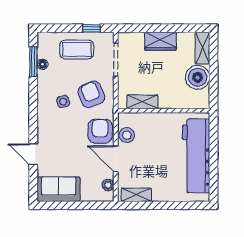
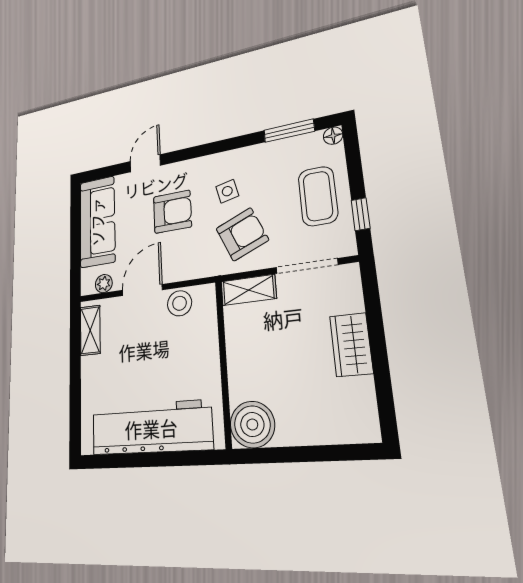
shelving: (202, 48) -> (347, 429), removed
floor lamp: (42, 64) -> (333, 136), moved
boiler: (198, 77) -> (252, 424), moved
shelving: (142, 102) -> (248, 290), moved, turned 90
armchair: (100, 131) -> (172, 212), moved
sofa: (59, 189) -> (97, 222), width x1.36

